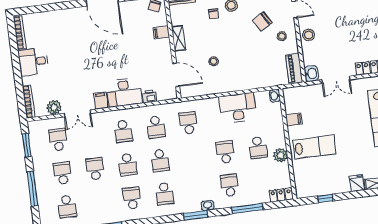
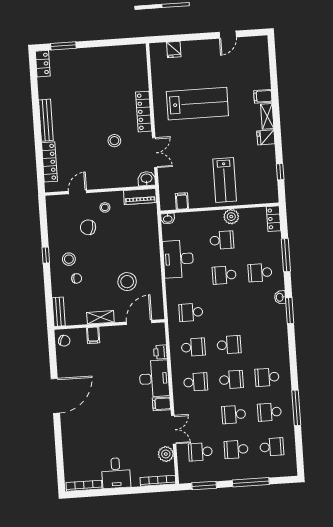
chair: (262, 22) -> (88, 227), turned 134
stool: (309, 35) -> (114, 141), moved
stool: (214, 61) -> (127, 282), width x1.89, depth x1.89
filing cabinet: (294, 119) -> (182, 201), moved
lab bench: (314, 147) -> (225, 180), turned 180
school desk: (165, 194) -> (269, 412), moved, turned 180

